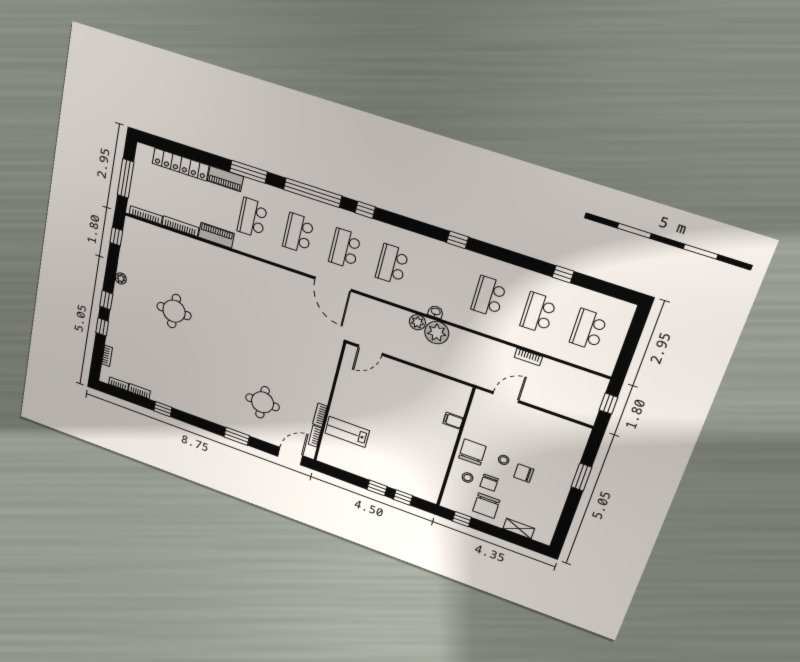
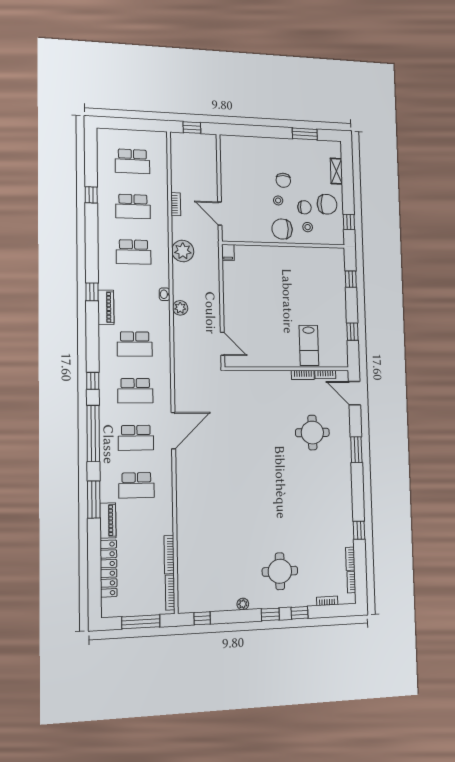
piano: (216, 235) -> (106, 307), moved, turned 180
door: (333, 284) -> (173, 431), moved
round table: (174, 311) -> (280, 571), moved
plant: (437, 333) -> (183, 251), moved
filing cabinet: (453, 421) -> (228, 252), moved
window: (582, 477) -> (305, 134), moved
window: (377, 488) -> (352, 332), moved

